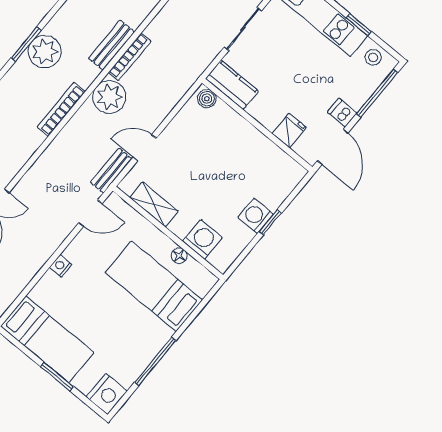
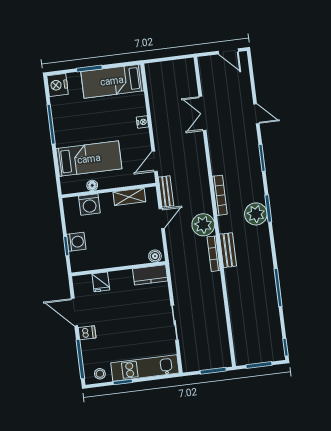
kitchen counter: (232, 85) -> (150, 275), moved
boiler: (207, 99) -> (155, 256), moved
wall: (257, 125) -> (118, 269), moved
fridge: (289, 131) -> (101, 282), moved

